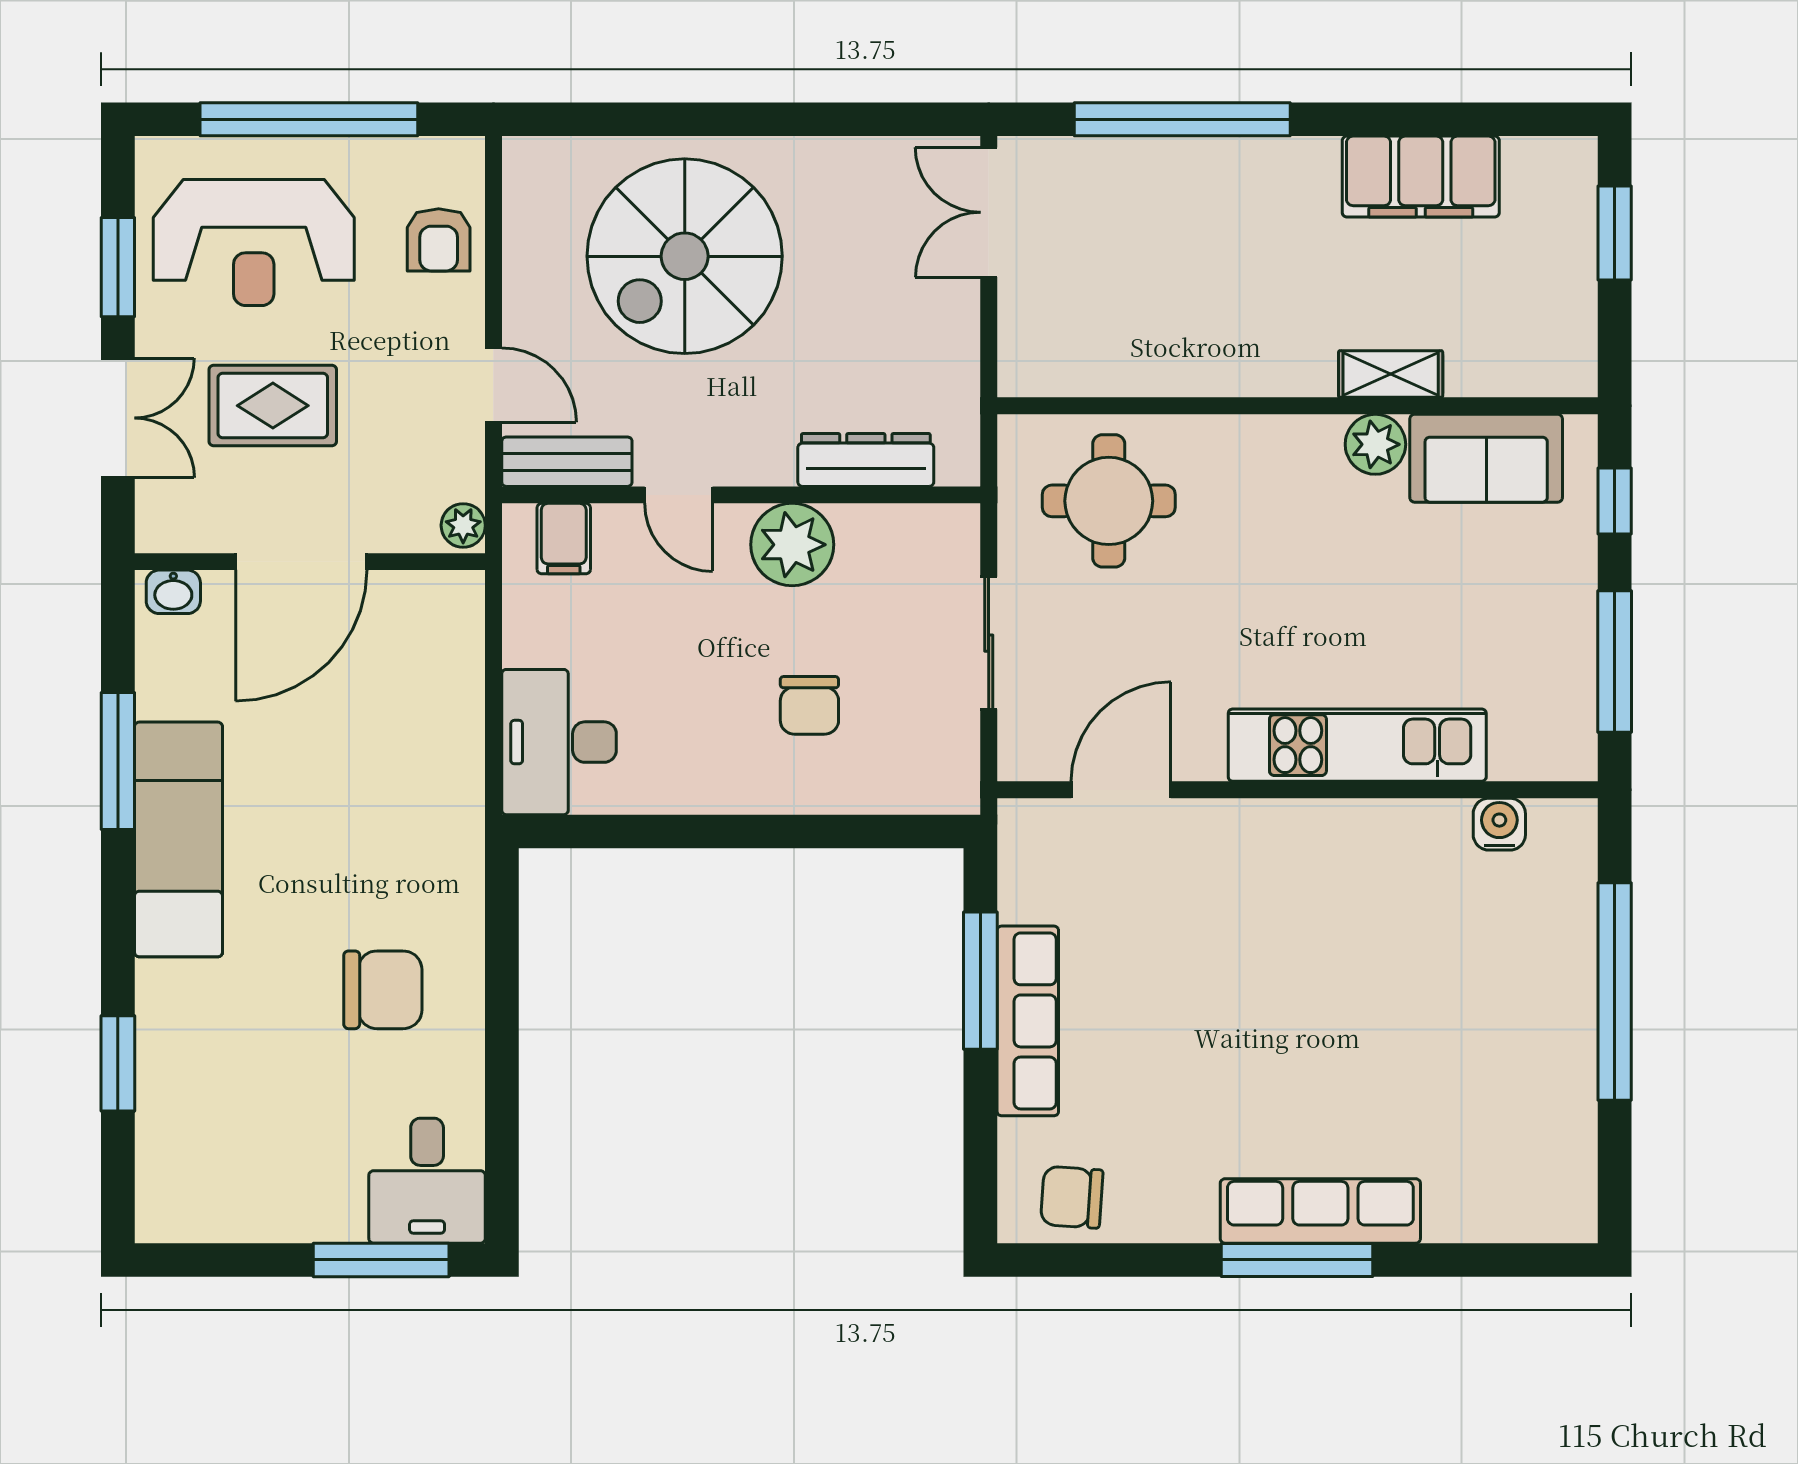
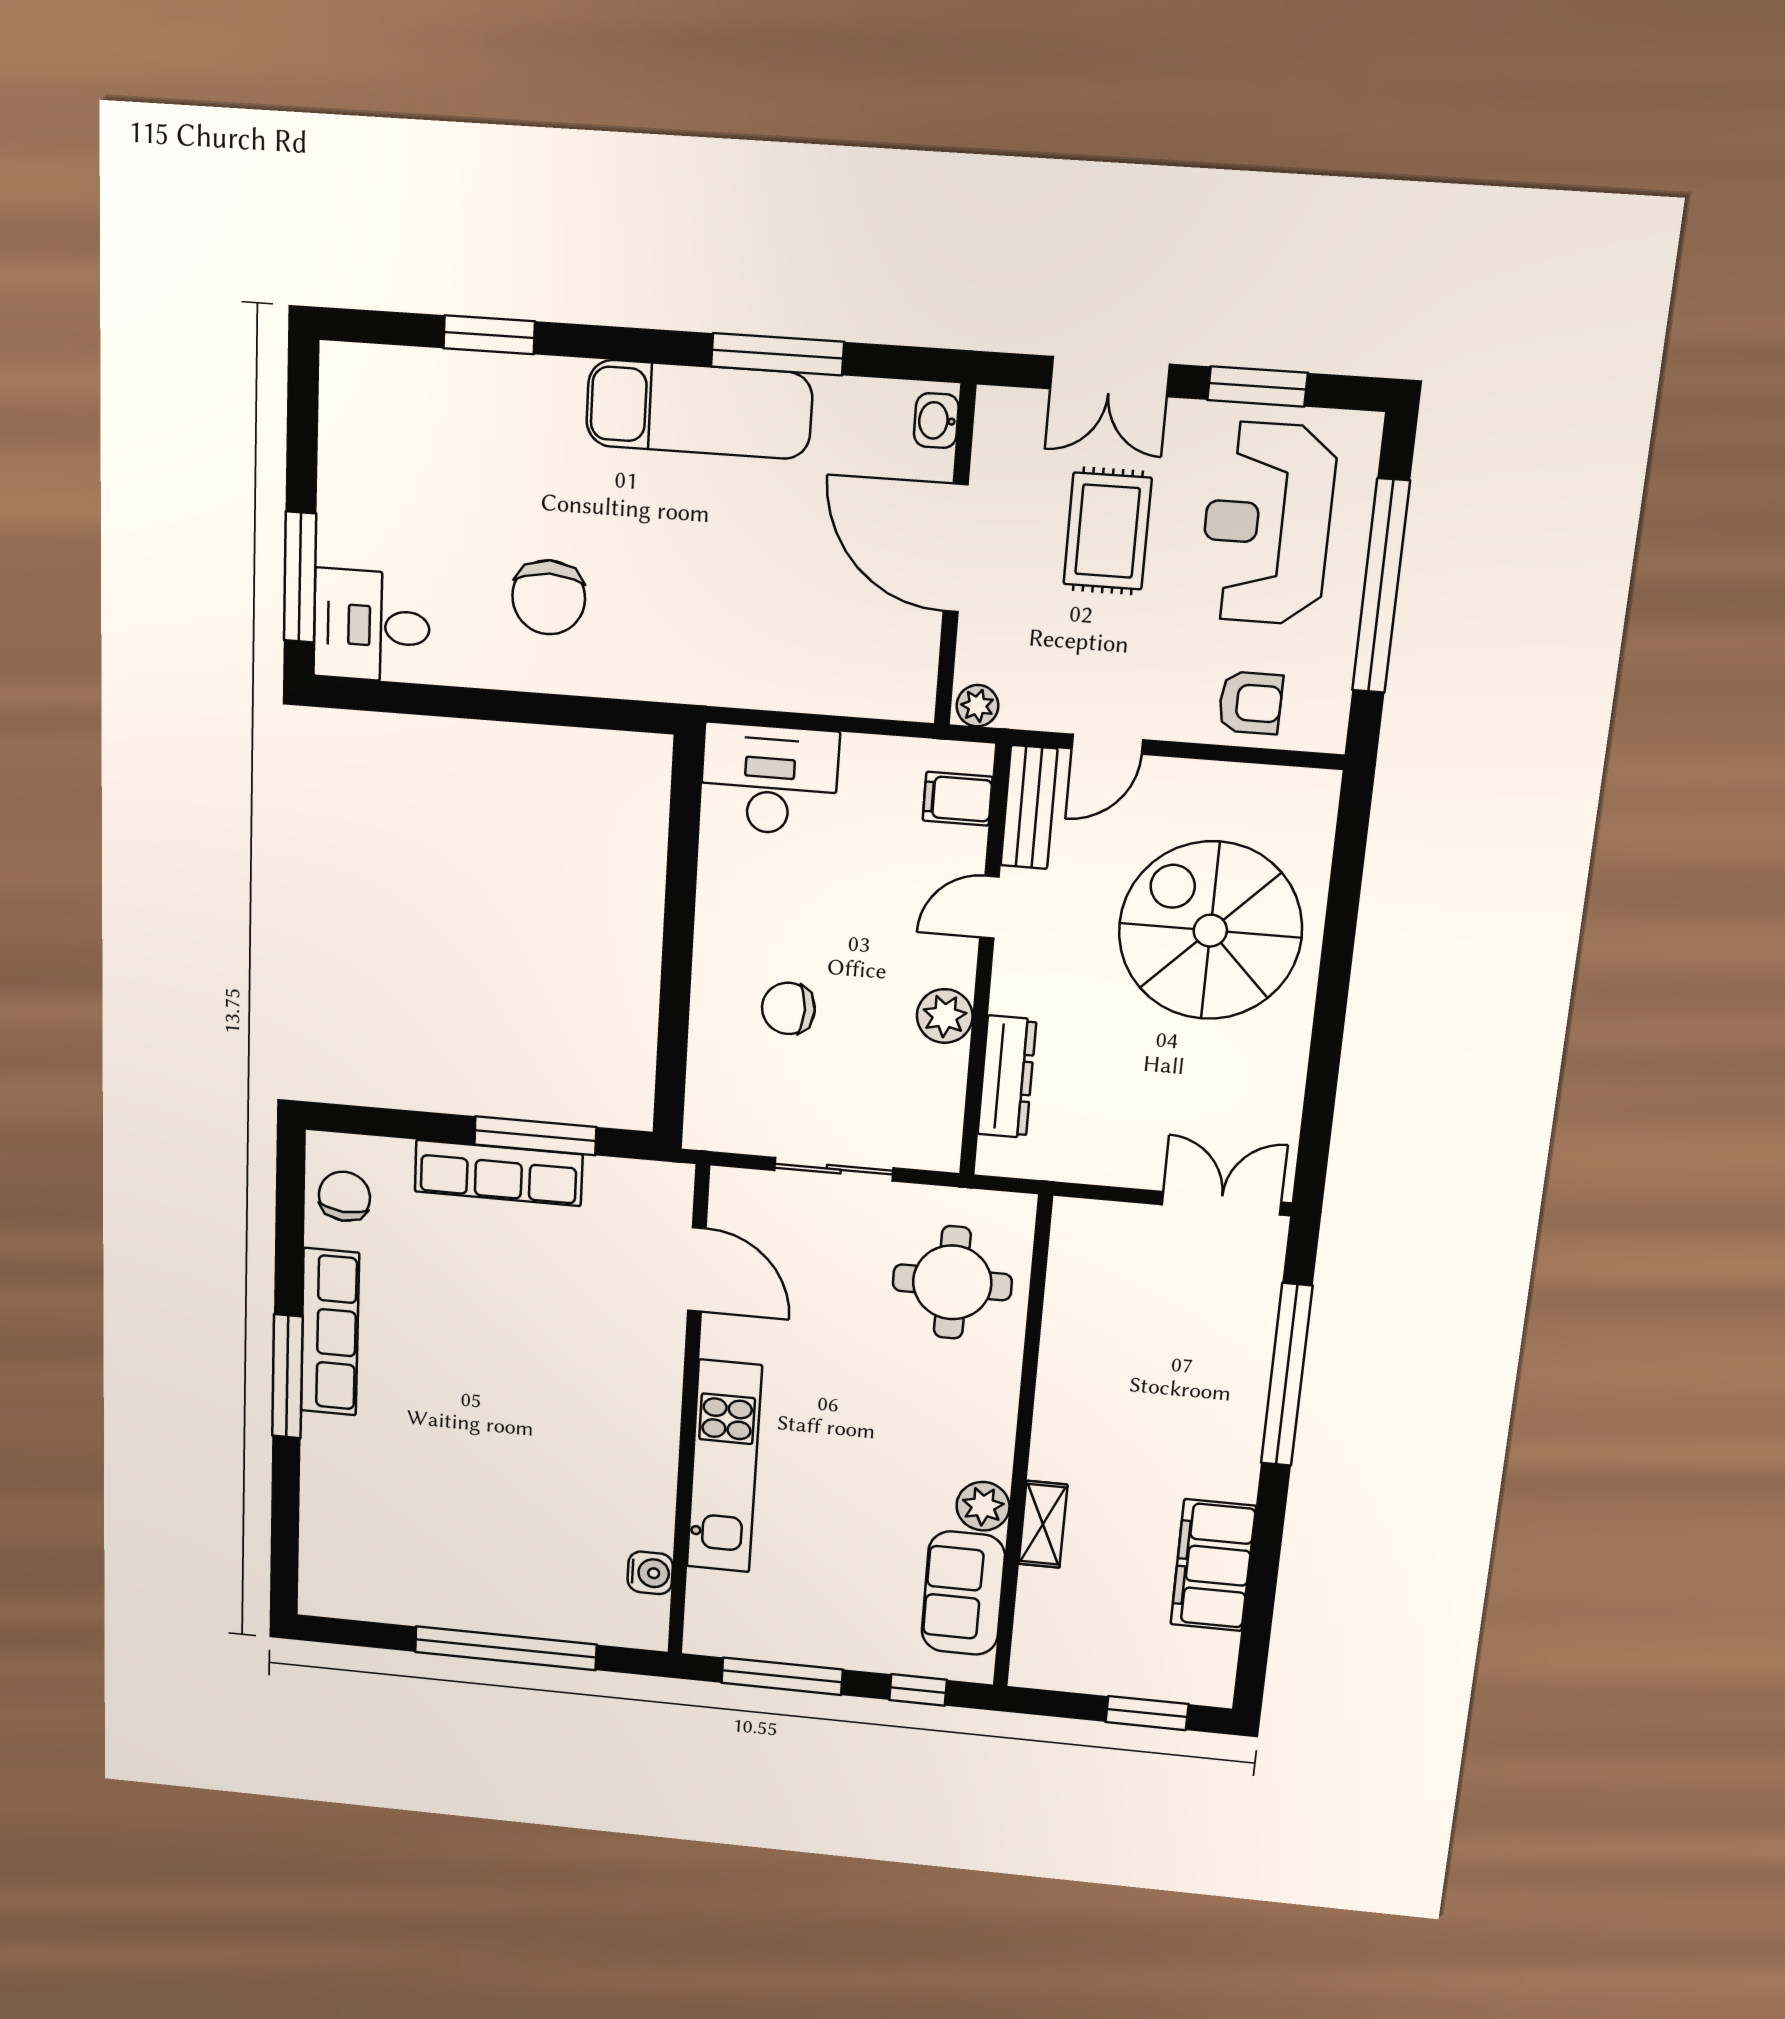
armchair: (439, 240) -> (1250, 703), turned 180
plant: (792, 545) -> (945, 1016), width x0.73, depth x0.73
row of seats: (1320, 1211) -> (330, 1332), moved

